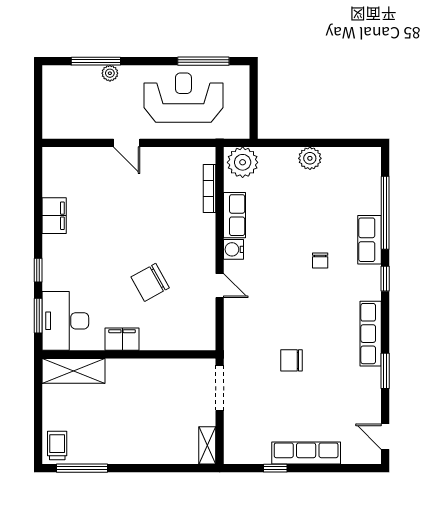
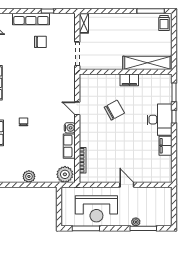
desk: (65, 321) -> (160, 120), moved
chair: (291, 360) -> (40, 42), moved
shelving: (73, 371) -> (147, 63), width x1.47

